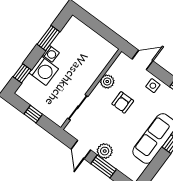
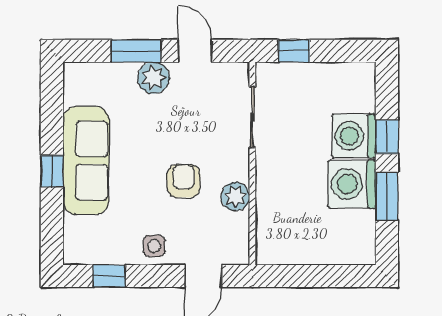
washing machine: (51, 54) -> (352, 184), width x1.89, depth x1.89
window: (22, 73) -> (387, 137), moved
window: (33, 114) -> (294, 51), moved

